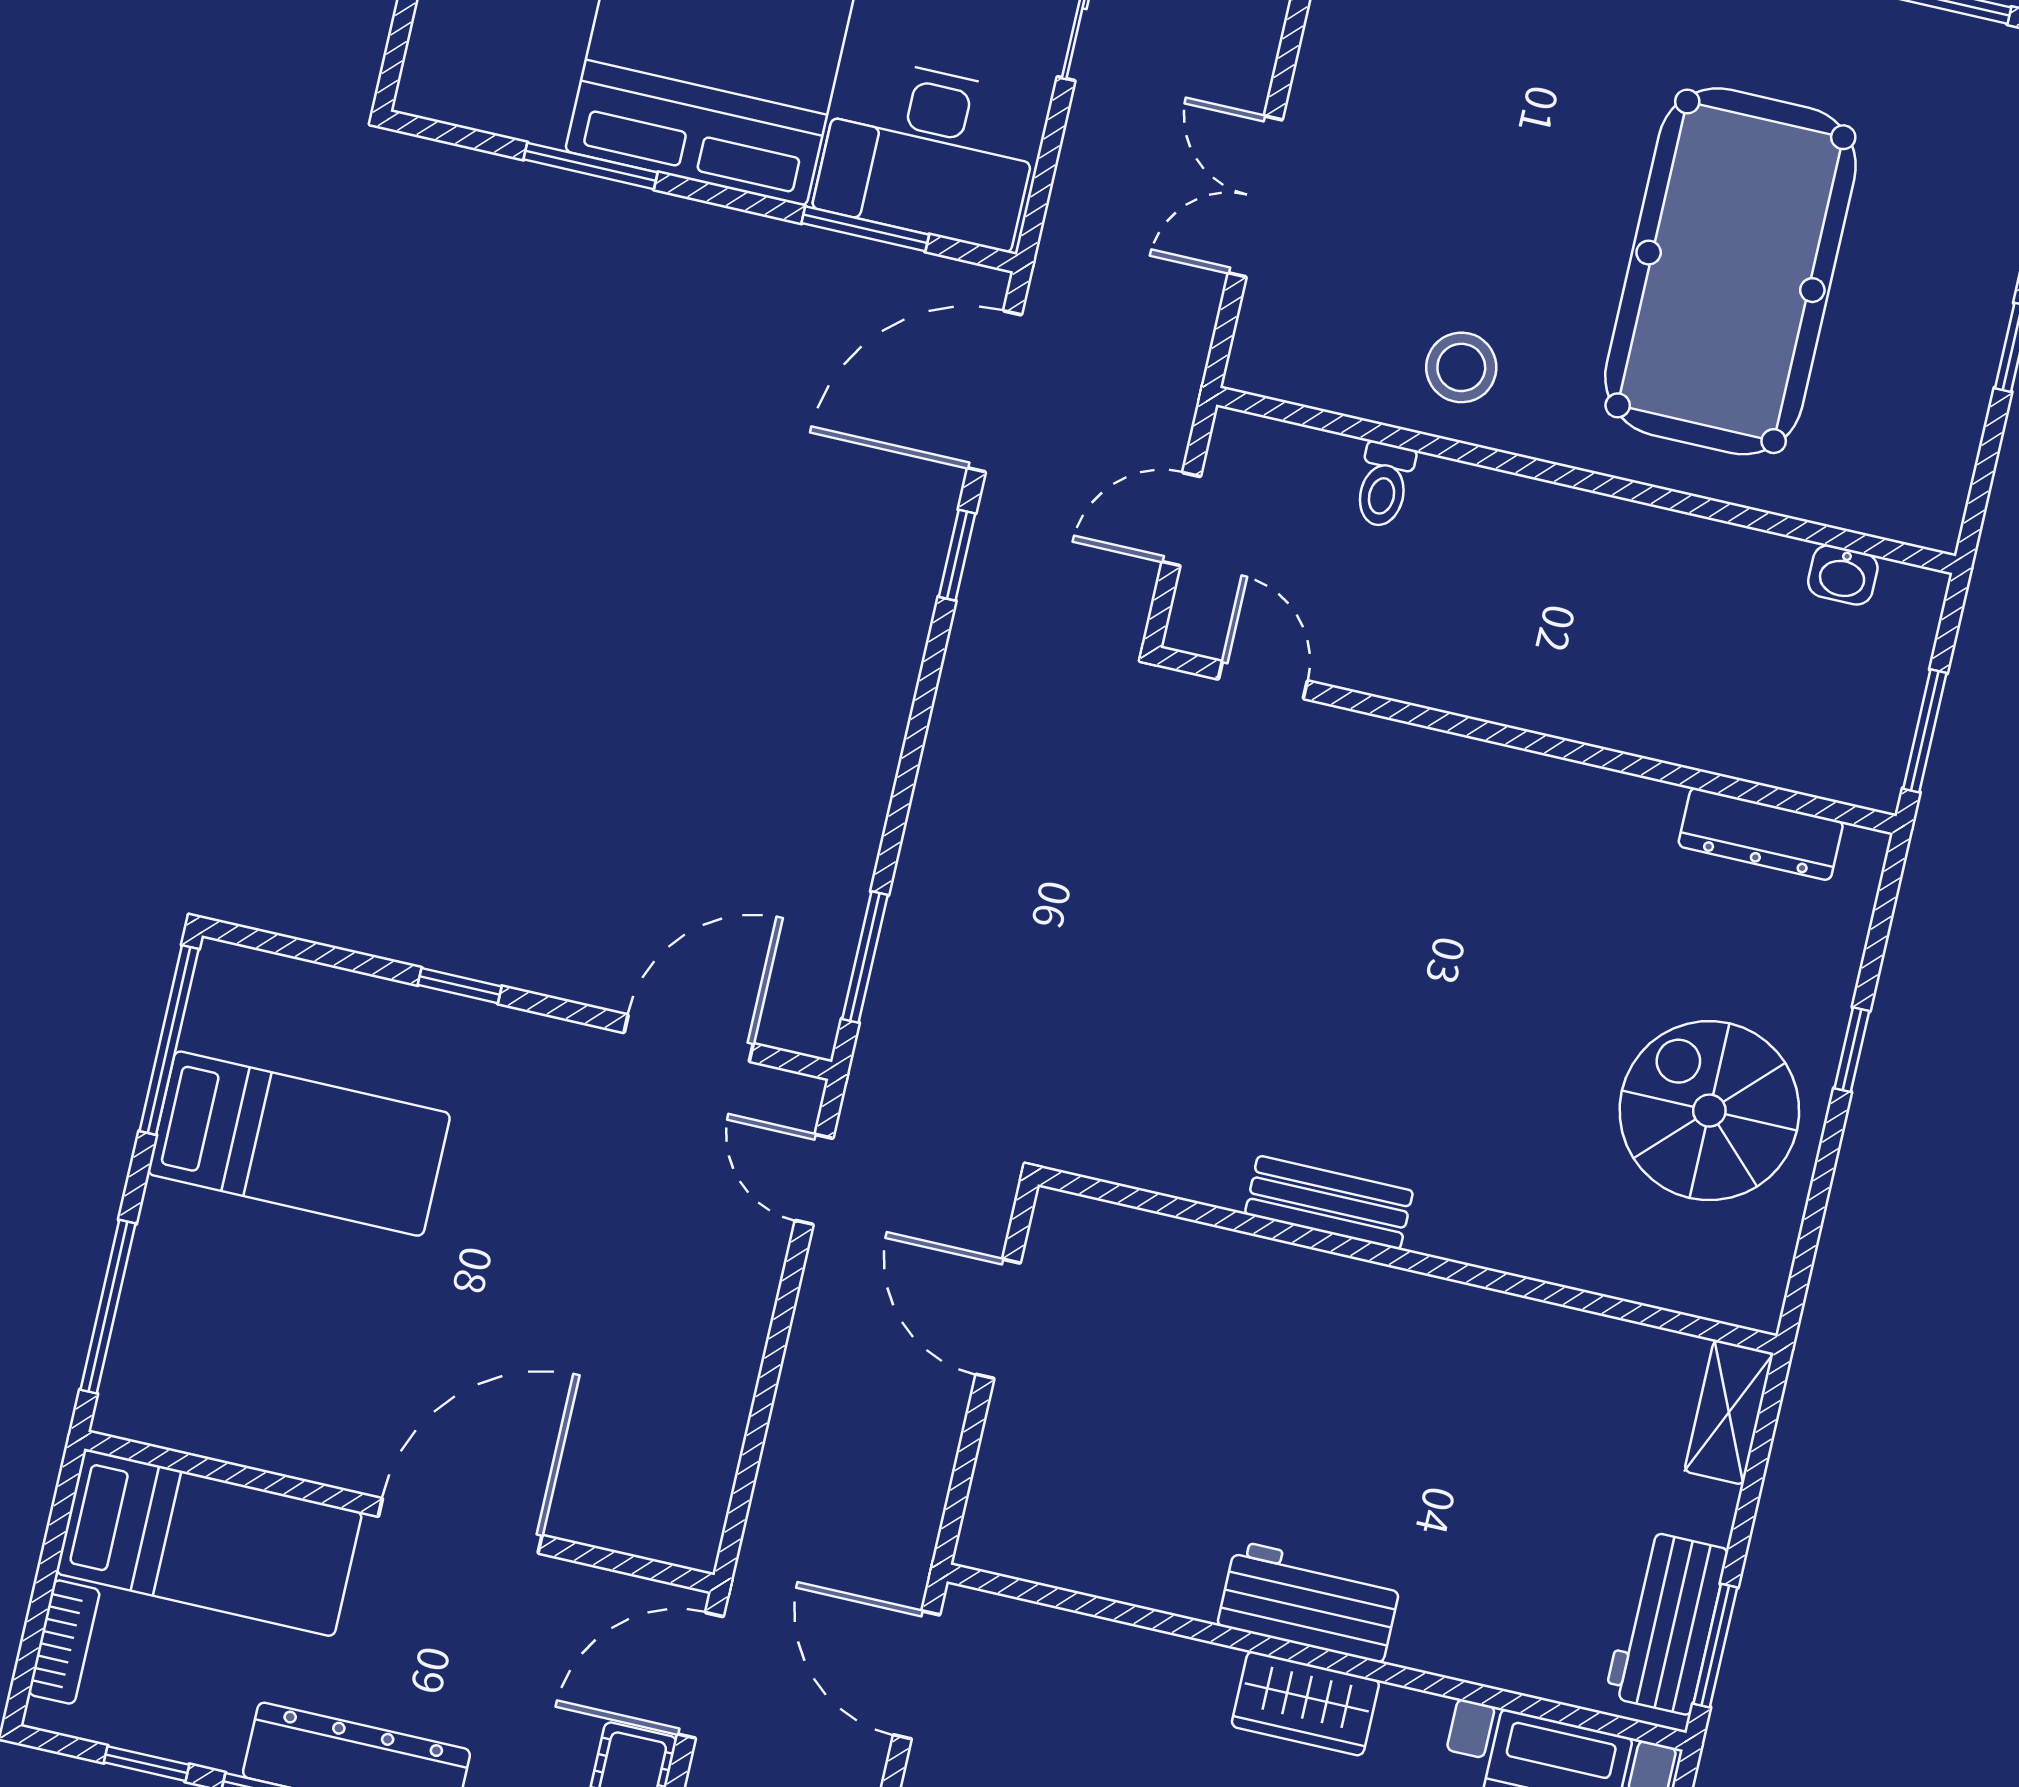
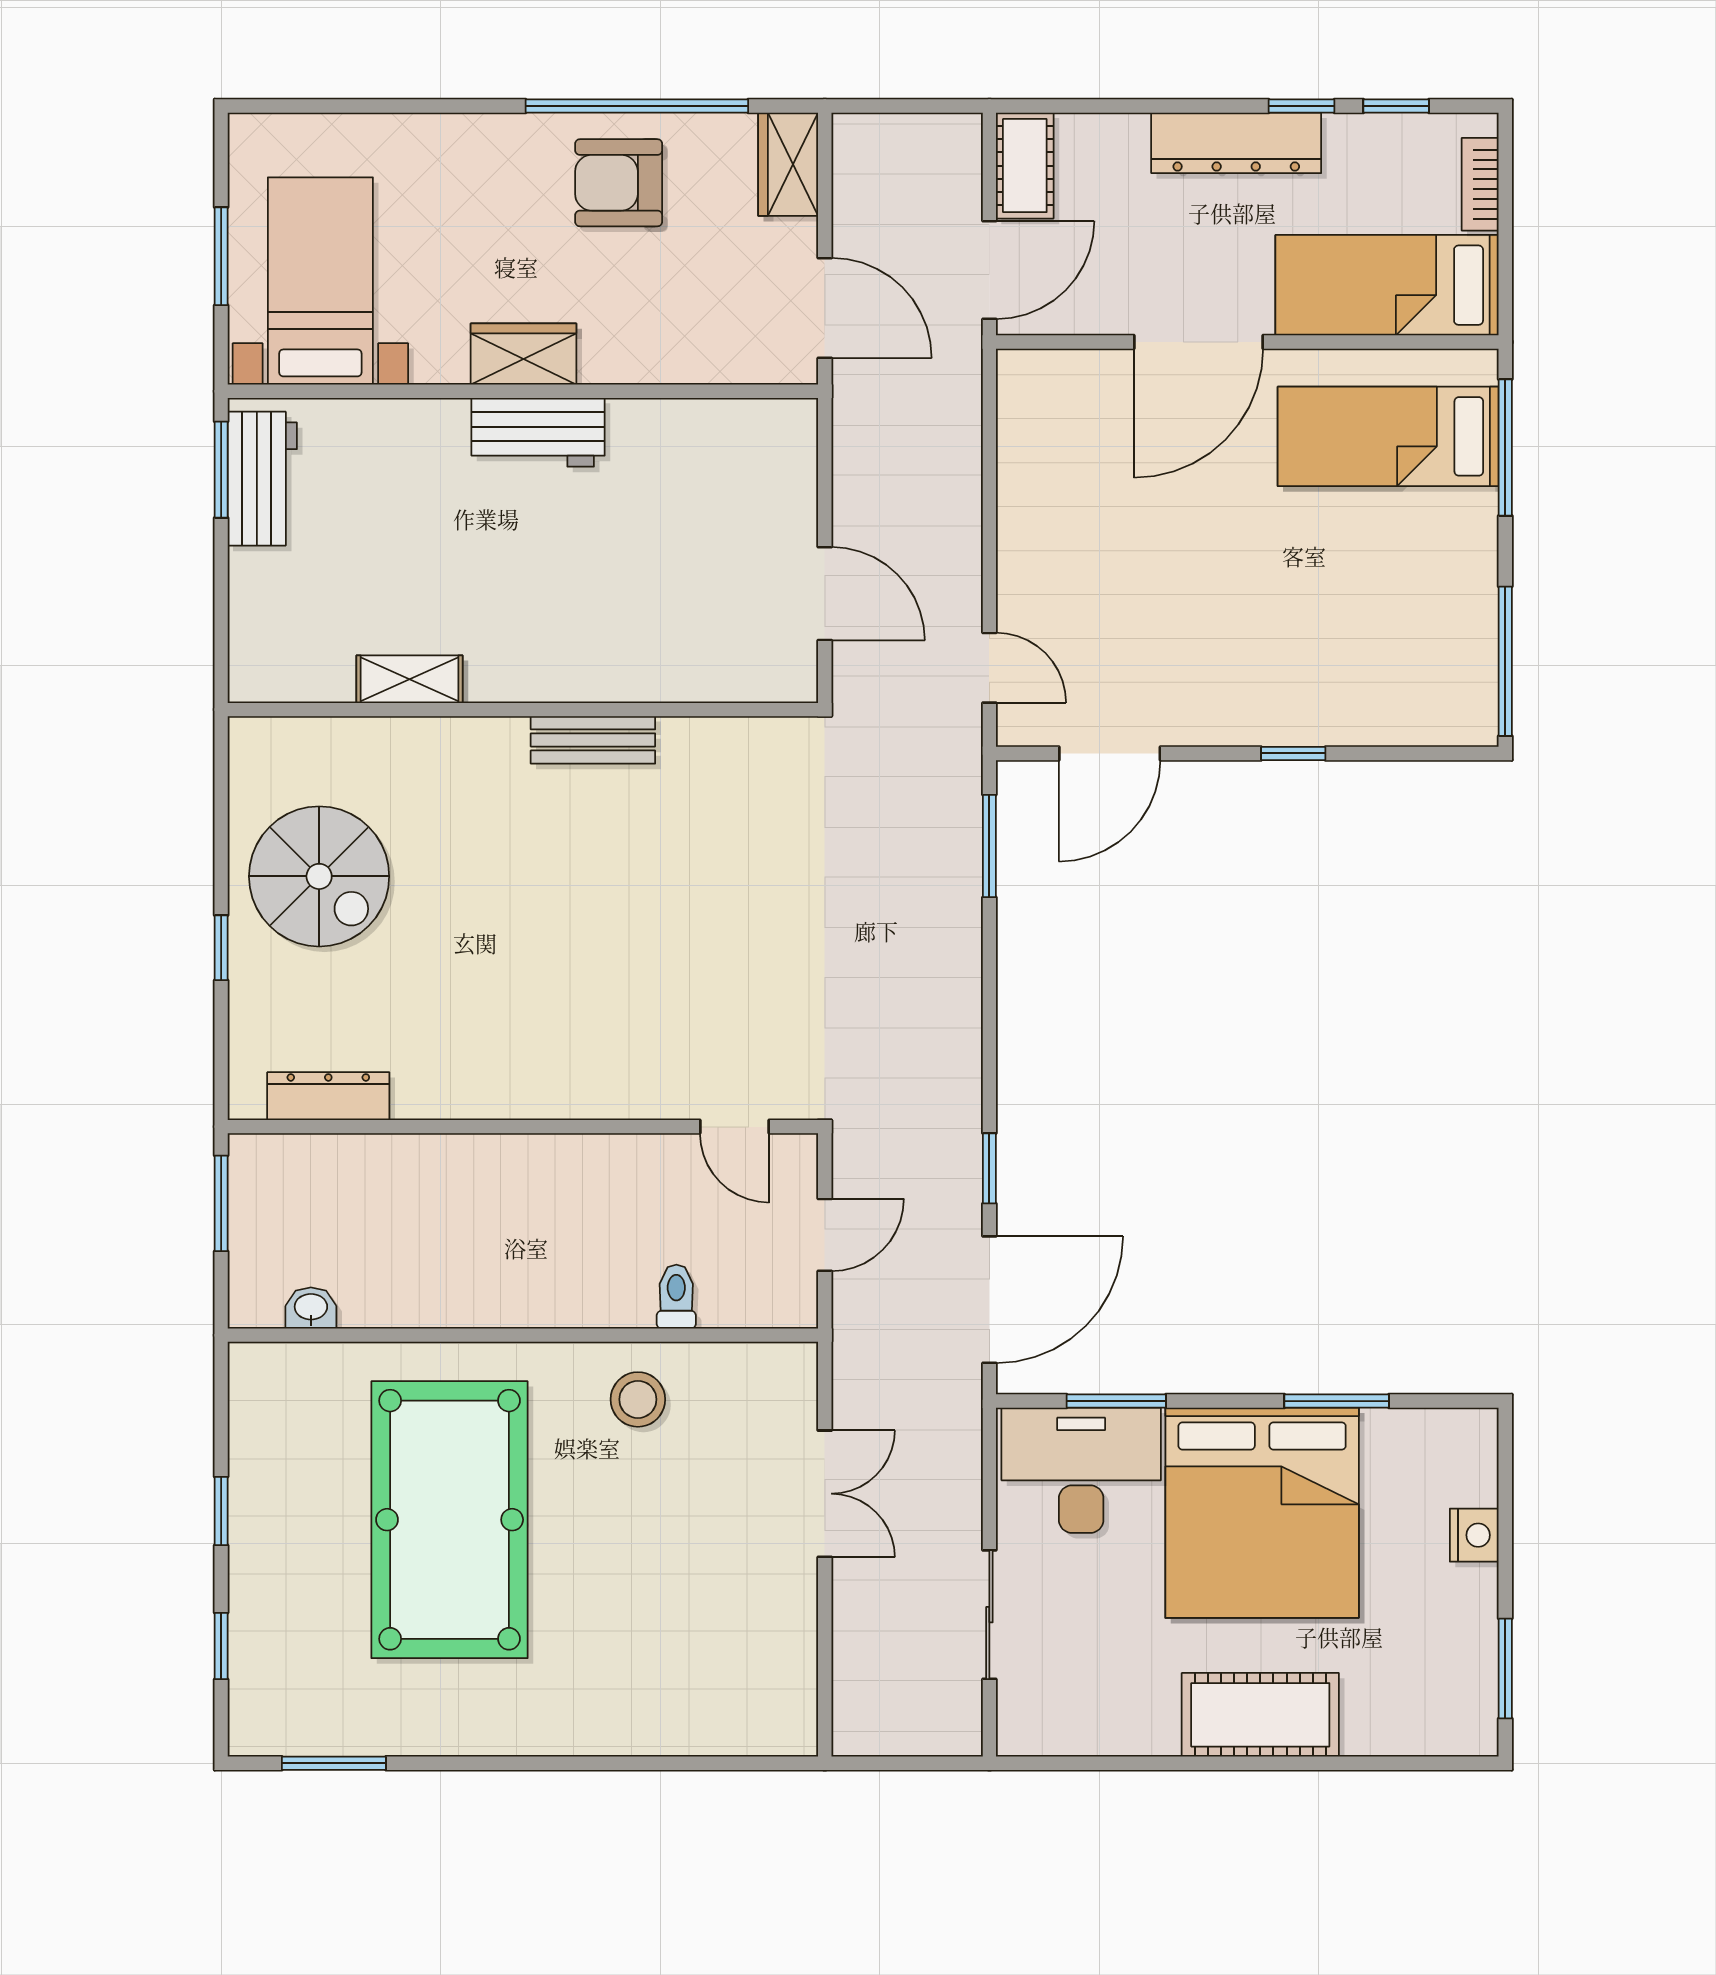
bed: (299, 1144) -> (1388, 436), moved
shelving: (1729, 1412) -> (409, 679), moved, turned 90

